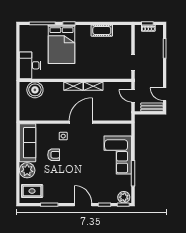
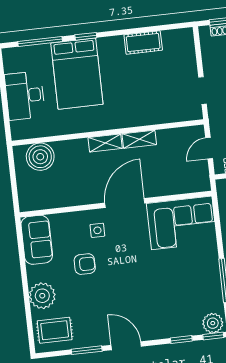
desk: (30, 65) -> (25, 96), moved
door: (133, 96) -> (209, 148), hinge flipped
sofa: (28, 143) -> (37, 240), width x0.73
corner sofa: (118, 155) -> (182, 223), moved, turned -90
door: (83, 205) -> (126, 346), moved

